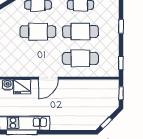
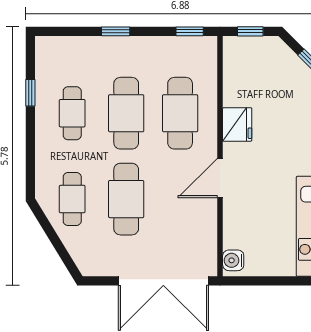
door: (48, 78) -> (220, 178), swing flipped
fridge: (22, 87) -> (237, 124), moved

